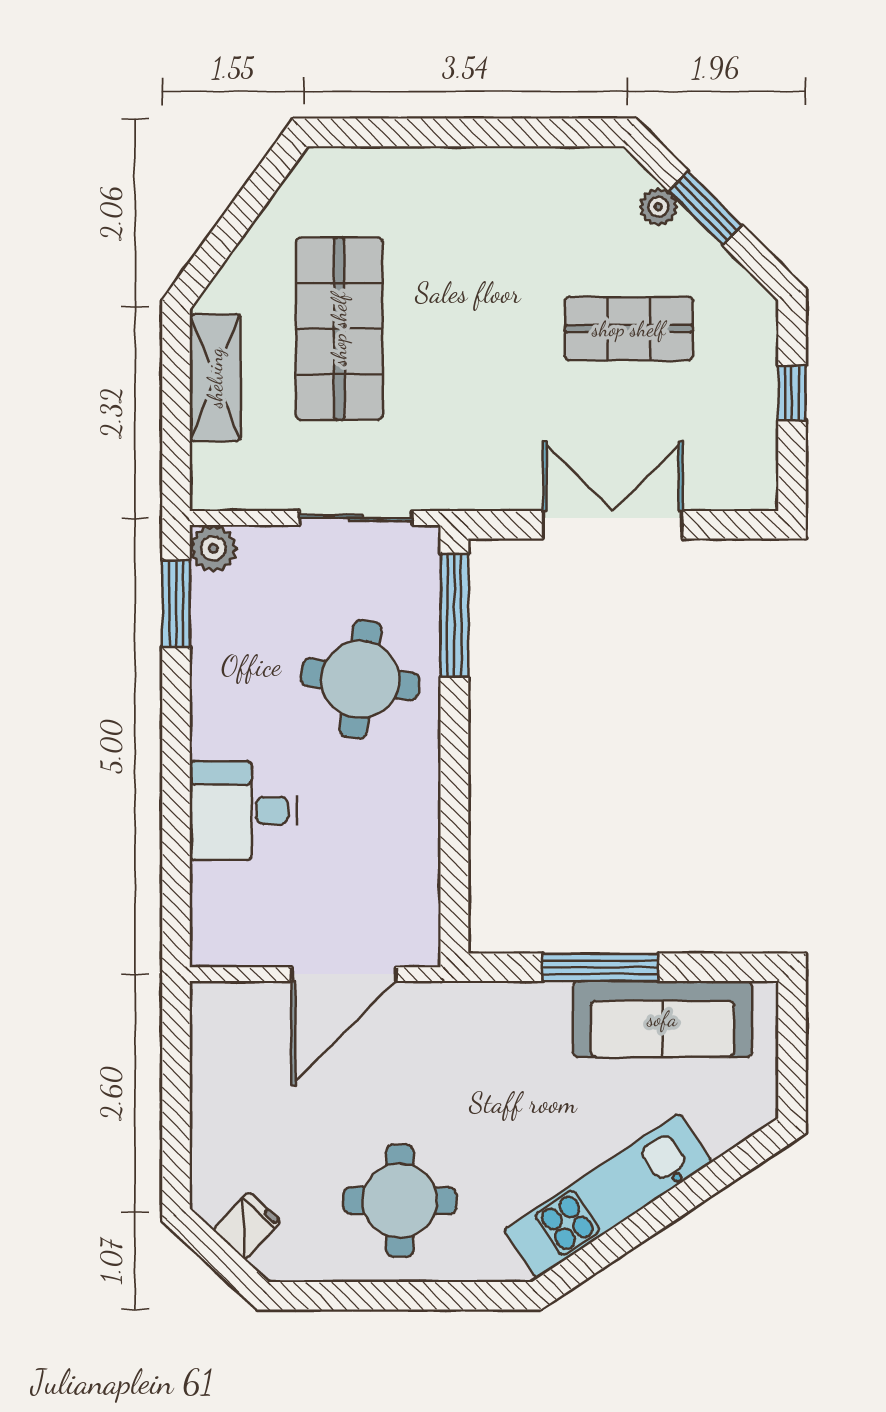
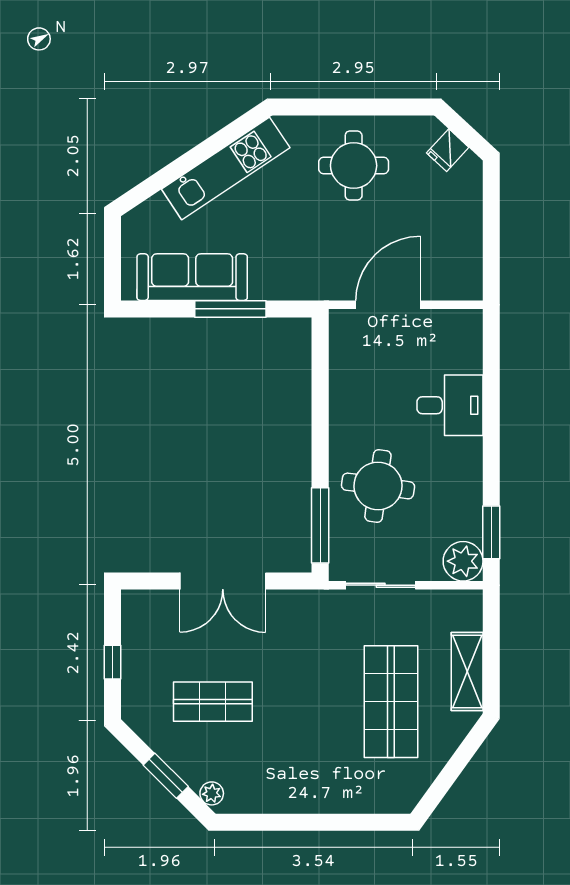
plant: (658, 207) -> (212, 793), moved
plant: (213, 548) -> (463, 561), width x1.36, depth x1.36

